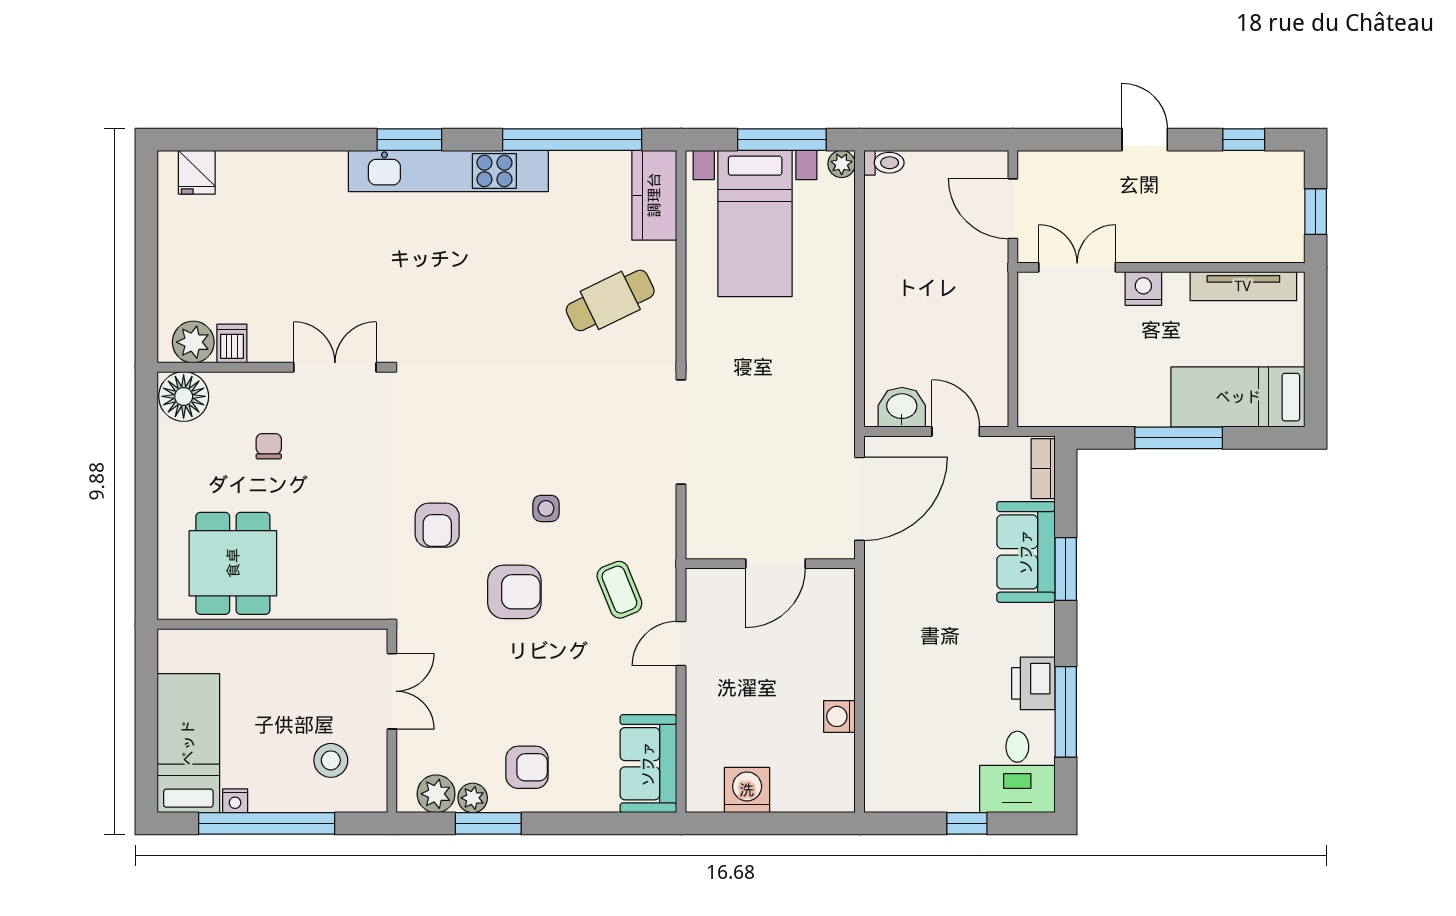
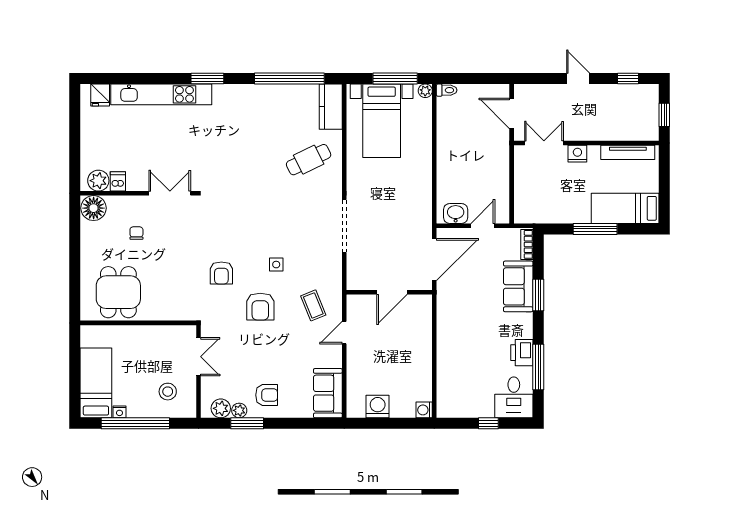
kitchen unit: (448, 171) -> (161, 94), moved
door: (956, 432) -> (483, 226), hinge flipped
armchair: (514, 592) -> (260, 307), turned 90
washing machine: (839, 716) -> (424, 410), moved

